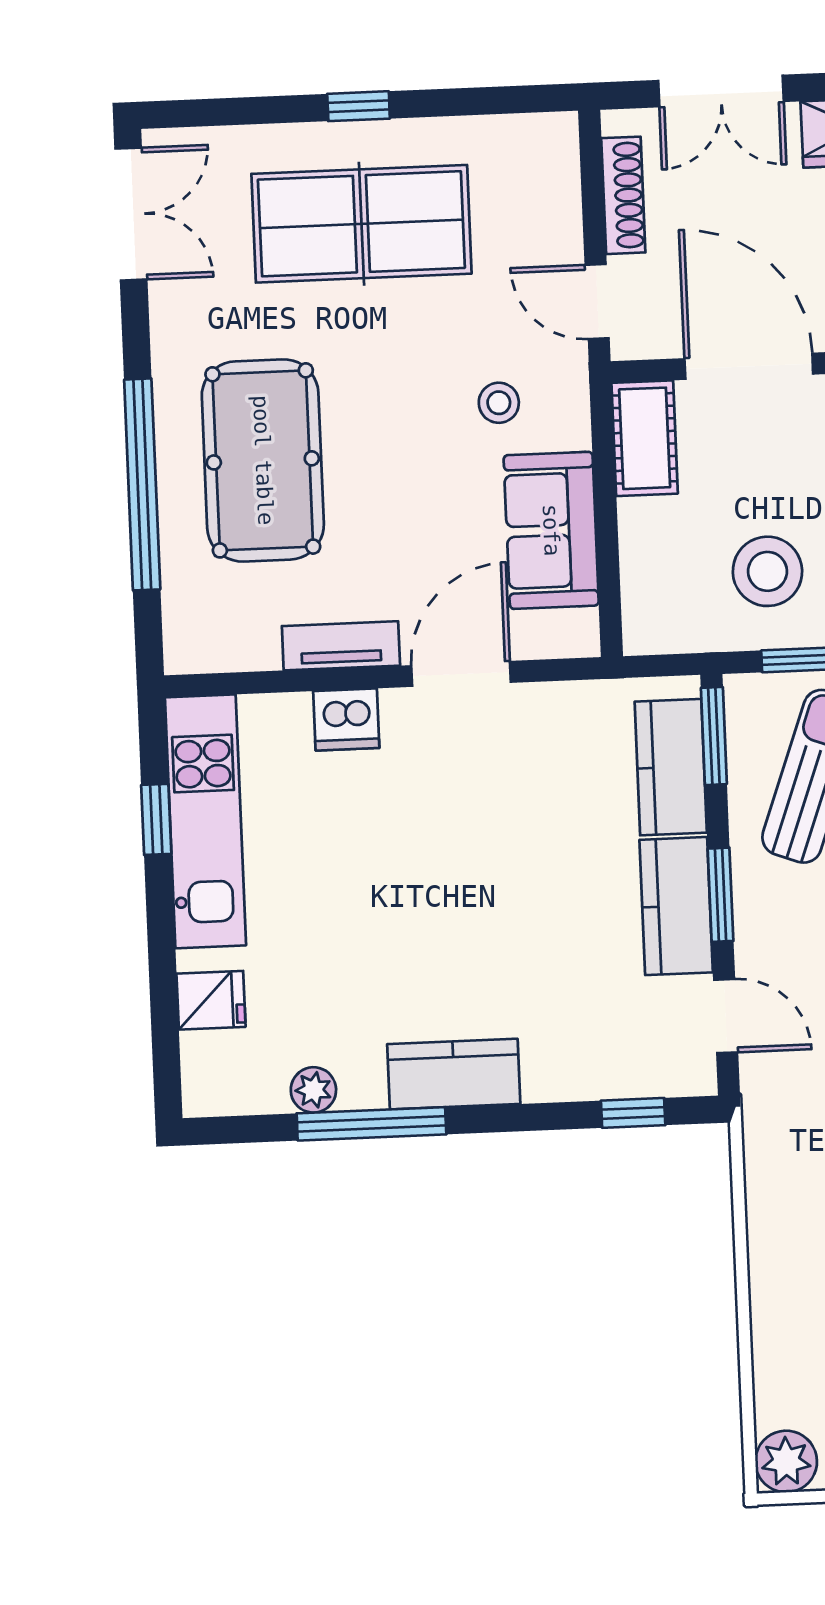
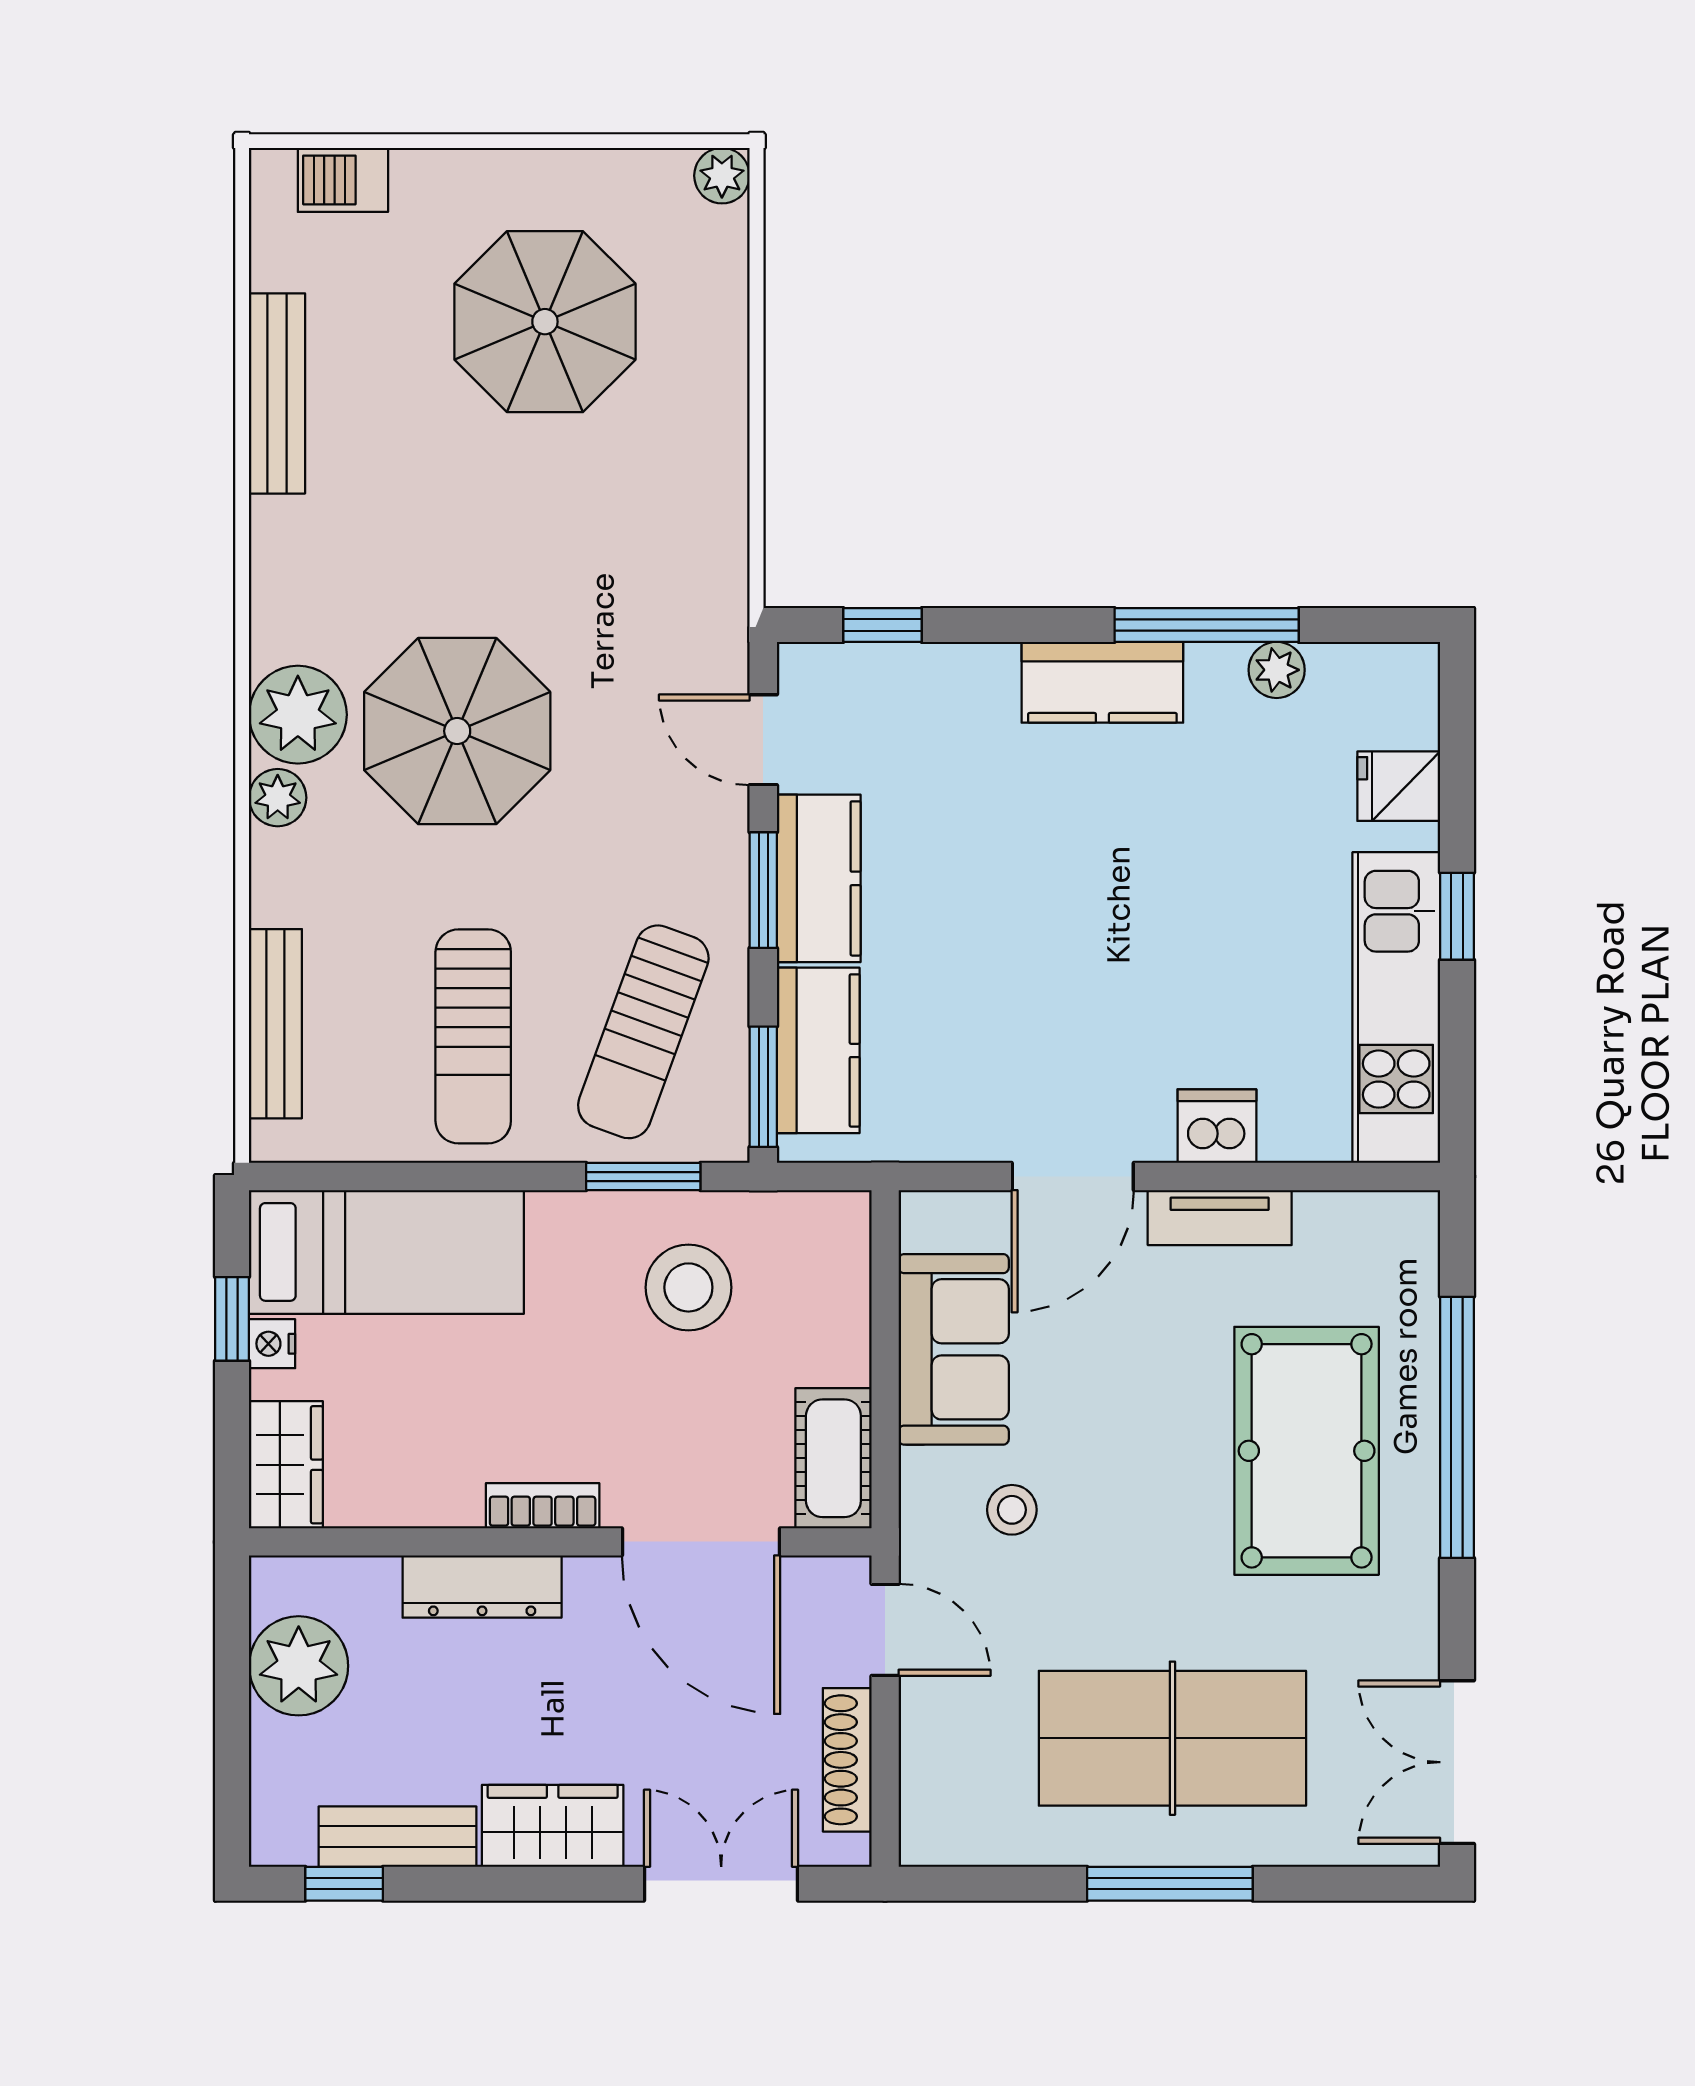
window: (359, 106) -> (1170, 1884), width x2.17
window: (156, 819) -> (1457, 916), moved
plant: (786, 1462) -> (722, 176), width x0.73, depth x0.73

